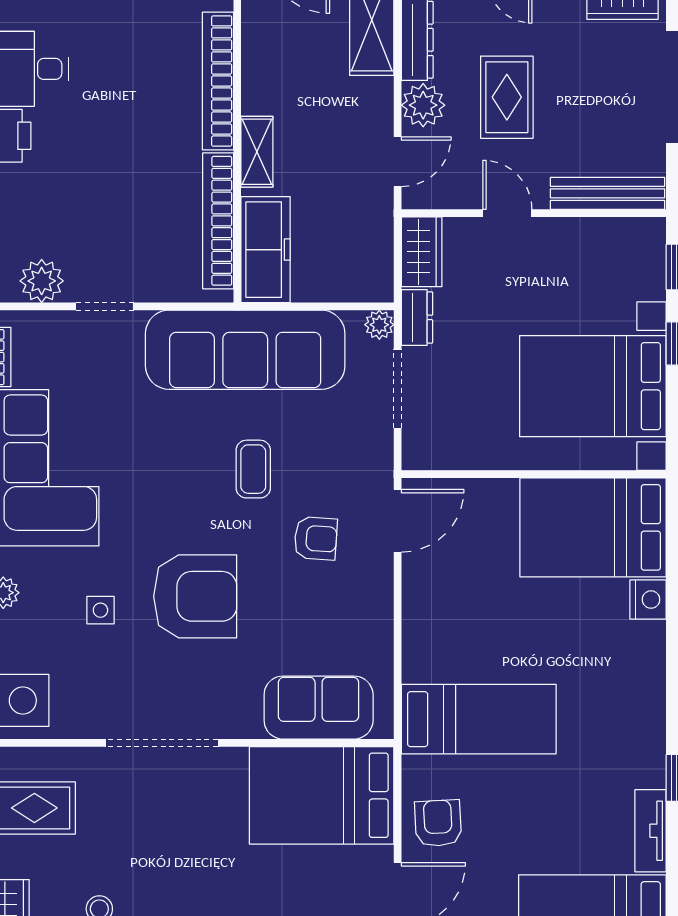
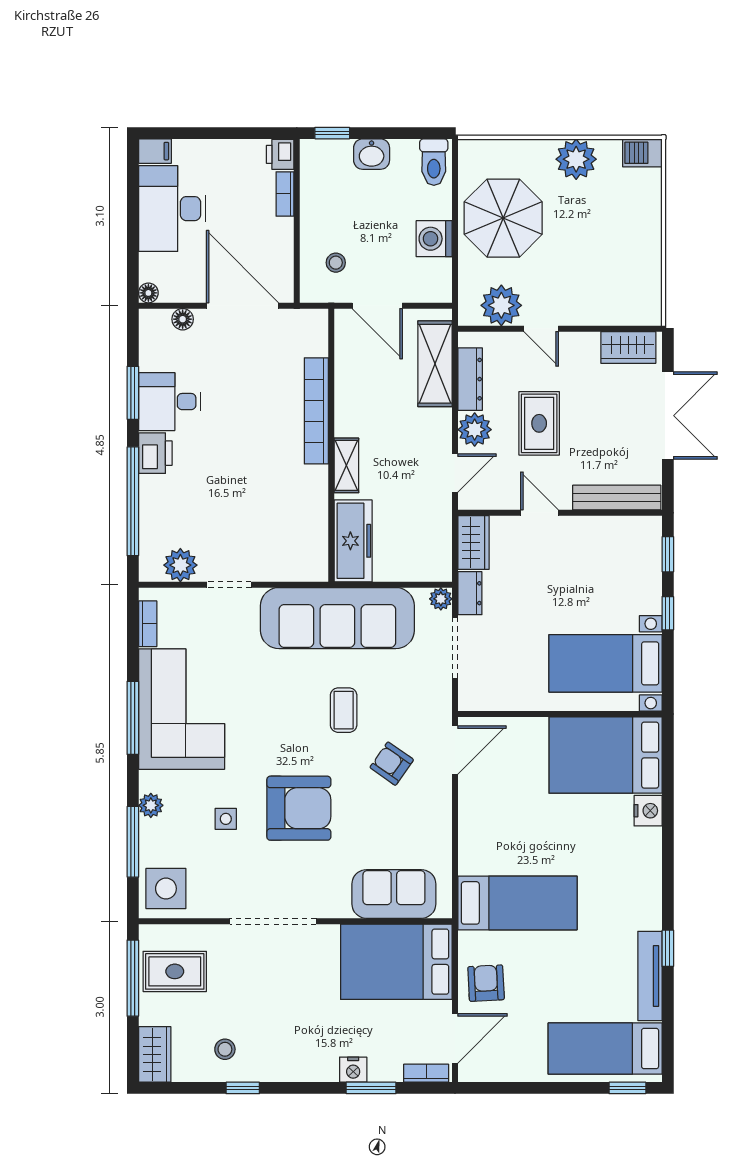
bookcase: (218, 221) -> (316, 519), removed
bed with nightstands: (593, 386) -> (605, 663), width x0.73
armchair: (316, 538) -> (392, 764), turned -149
tv unit: (651, 831) -> (650, 976), width x1.41

